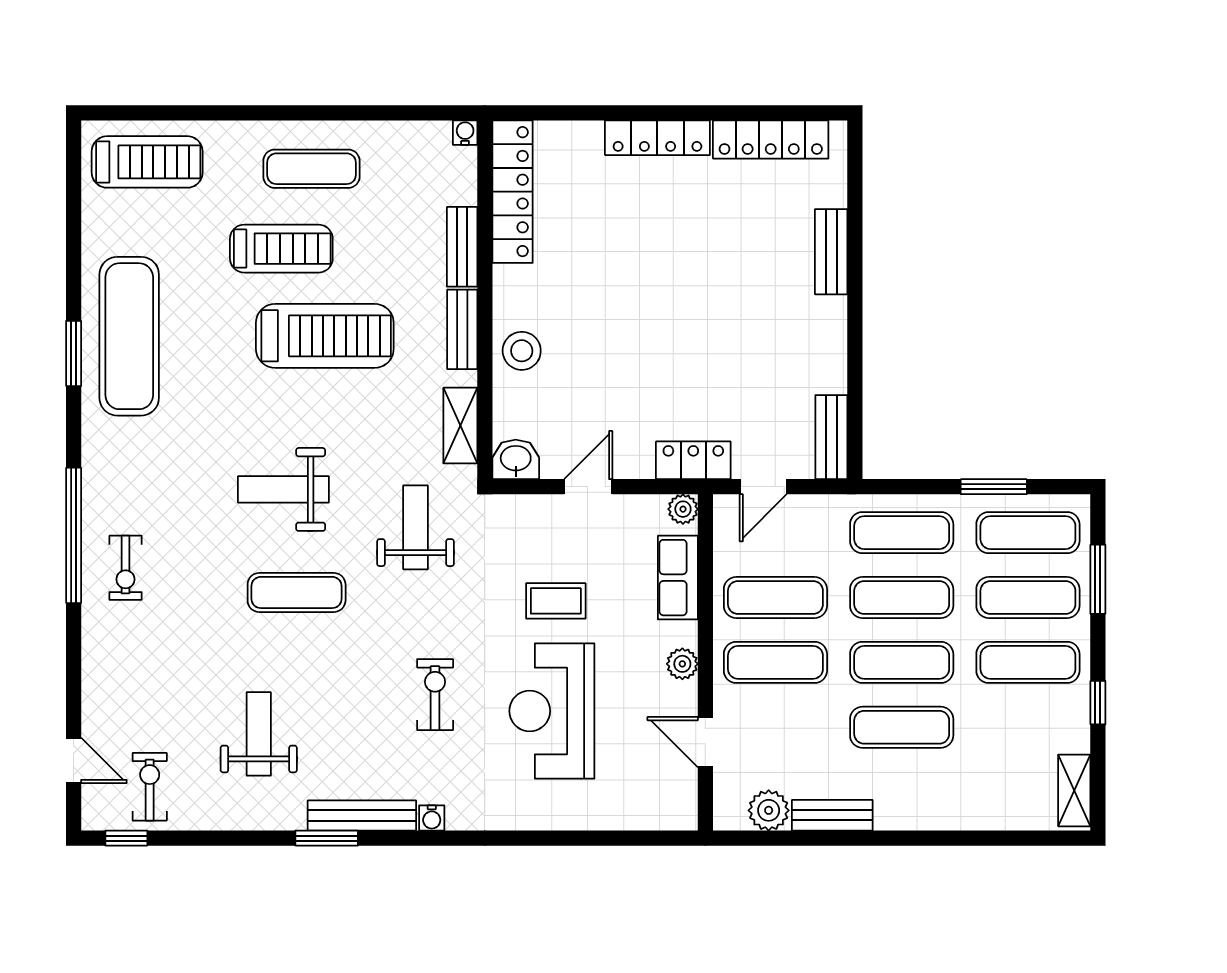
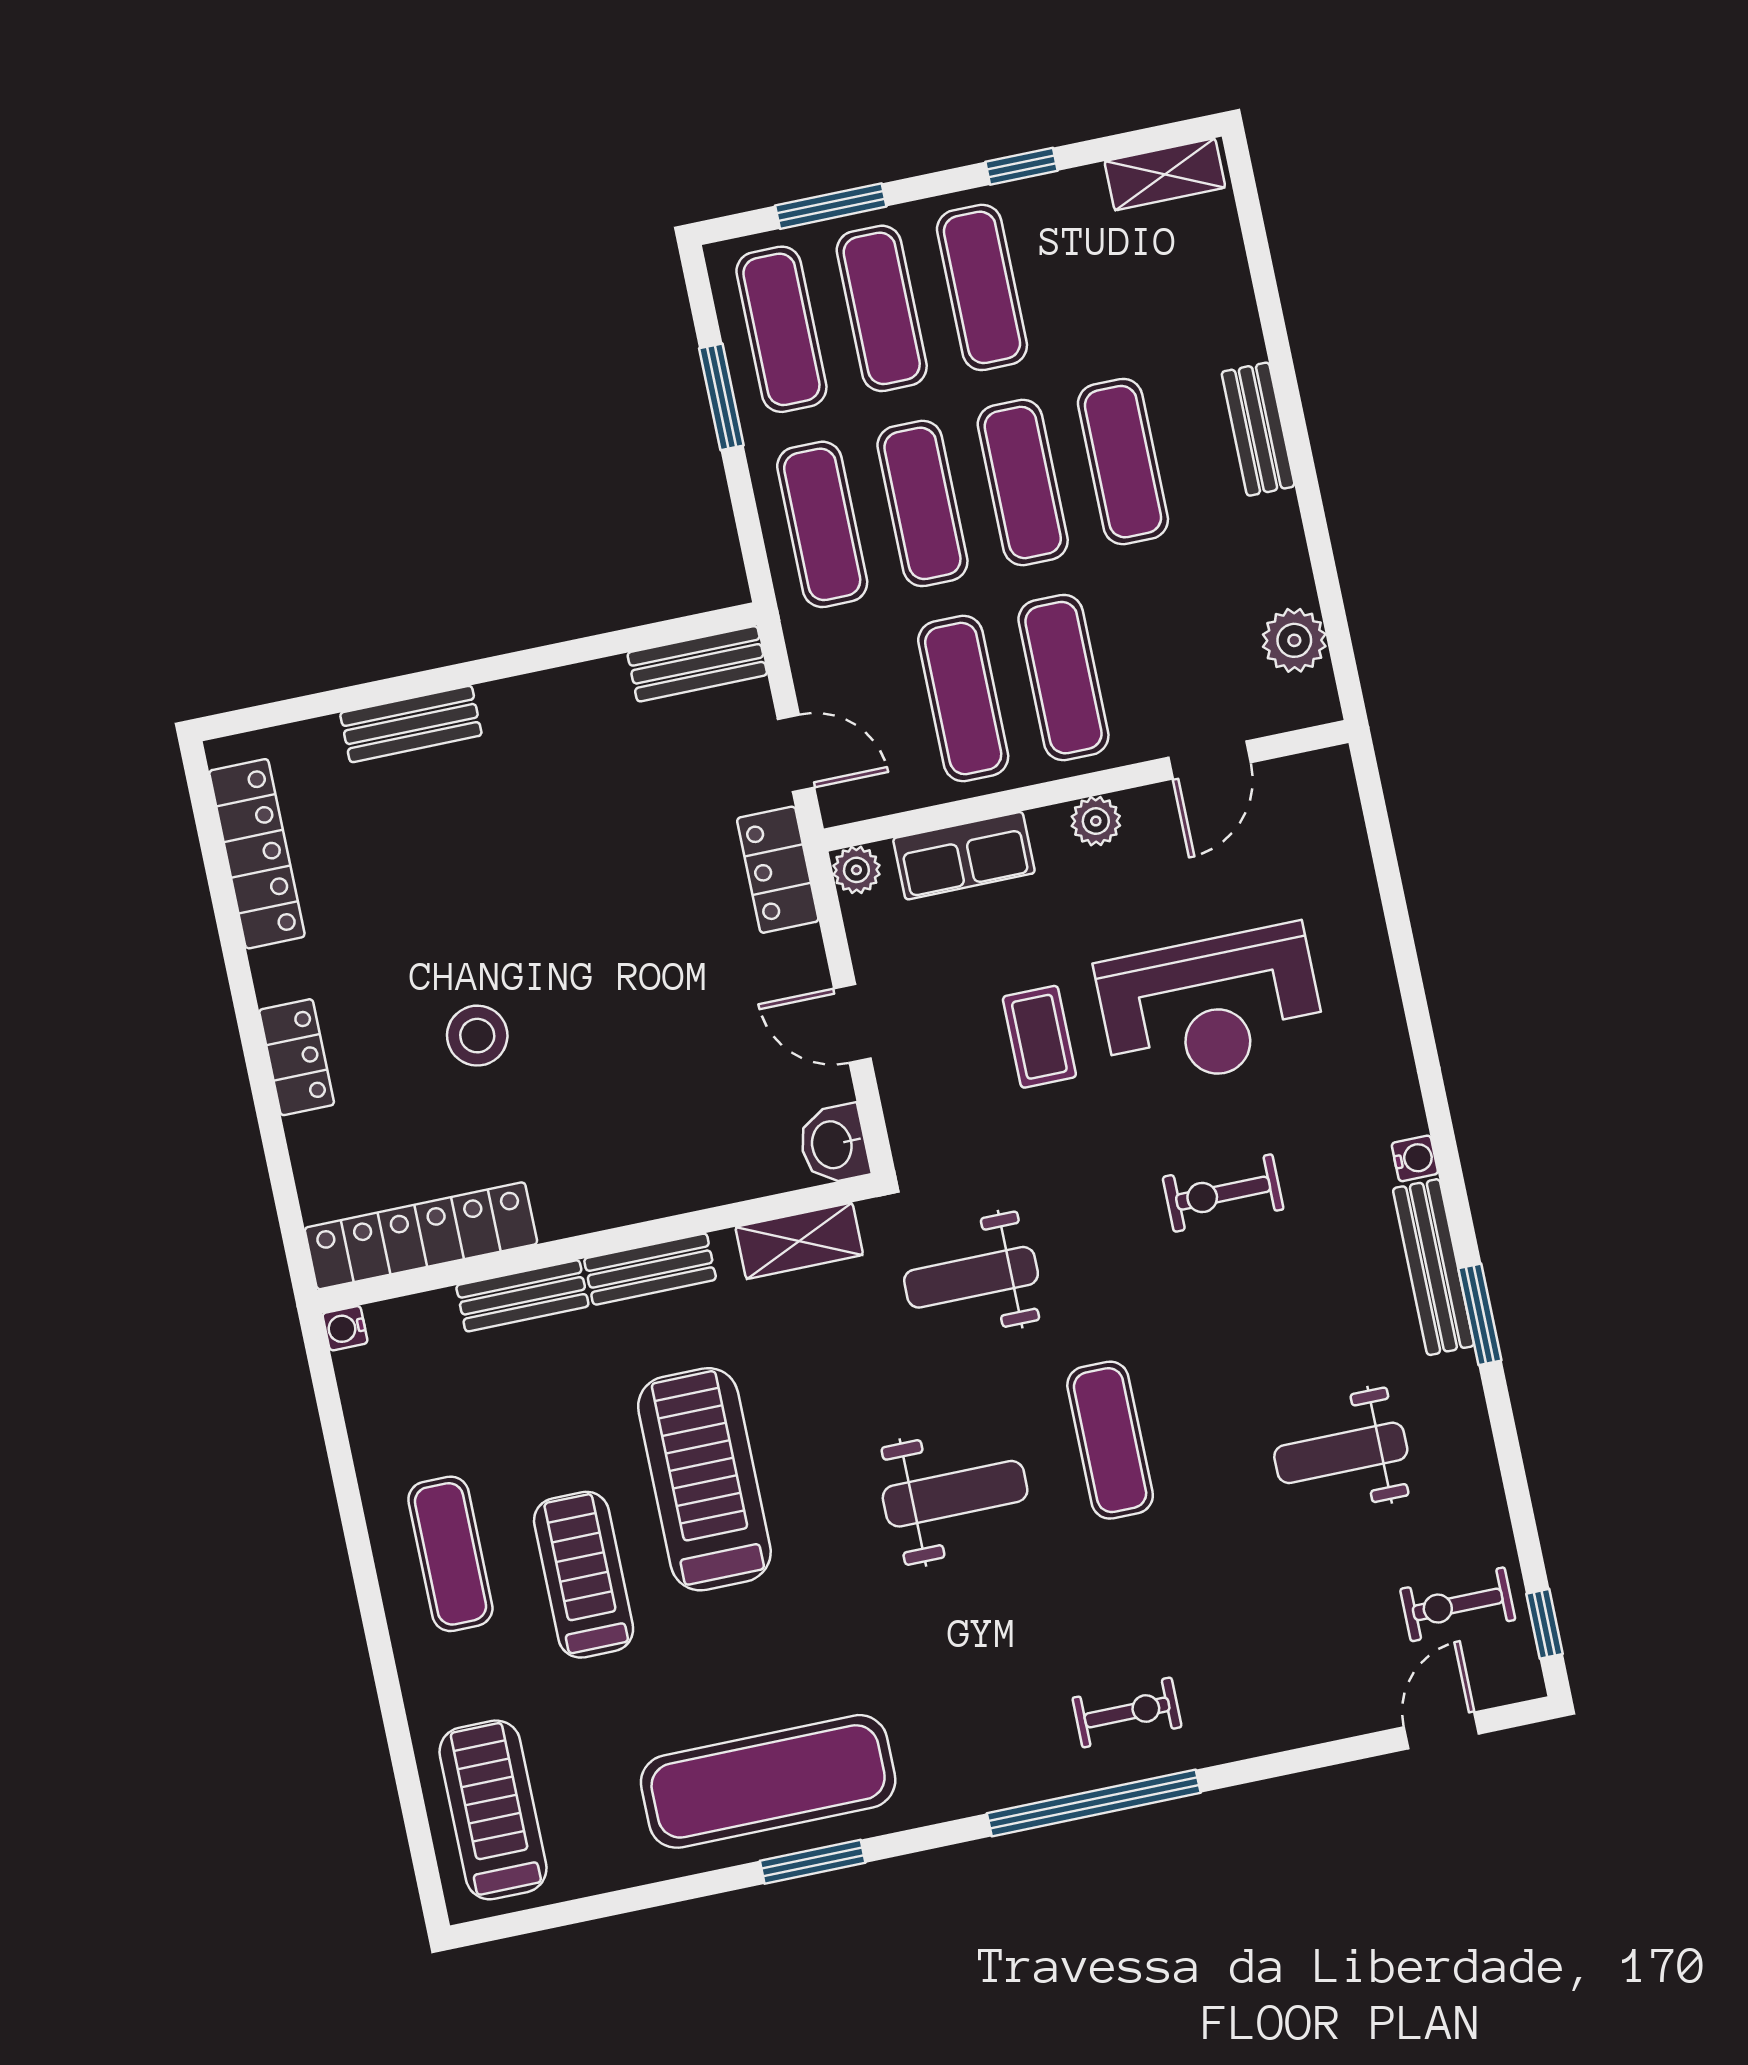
locker: (657, 138) -> (297, 1057), width x0.66
stool: (522, 351) -> (477, 1036), moved
weight bench: (283, 489) -> (955, 1494), turned -90
bench: (832, 815) -> (1258, 429), moved

